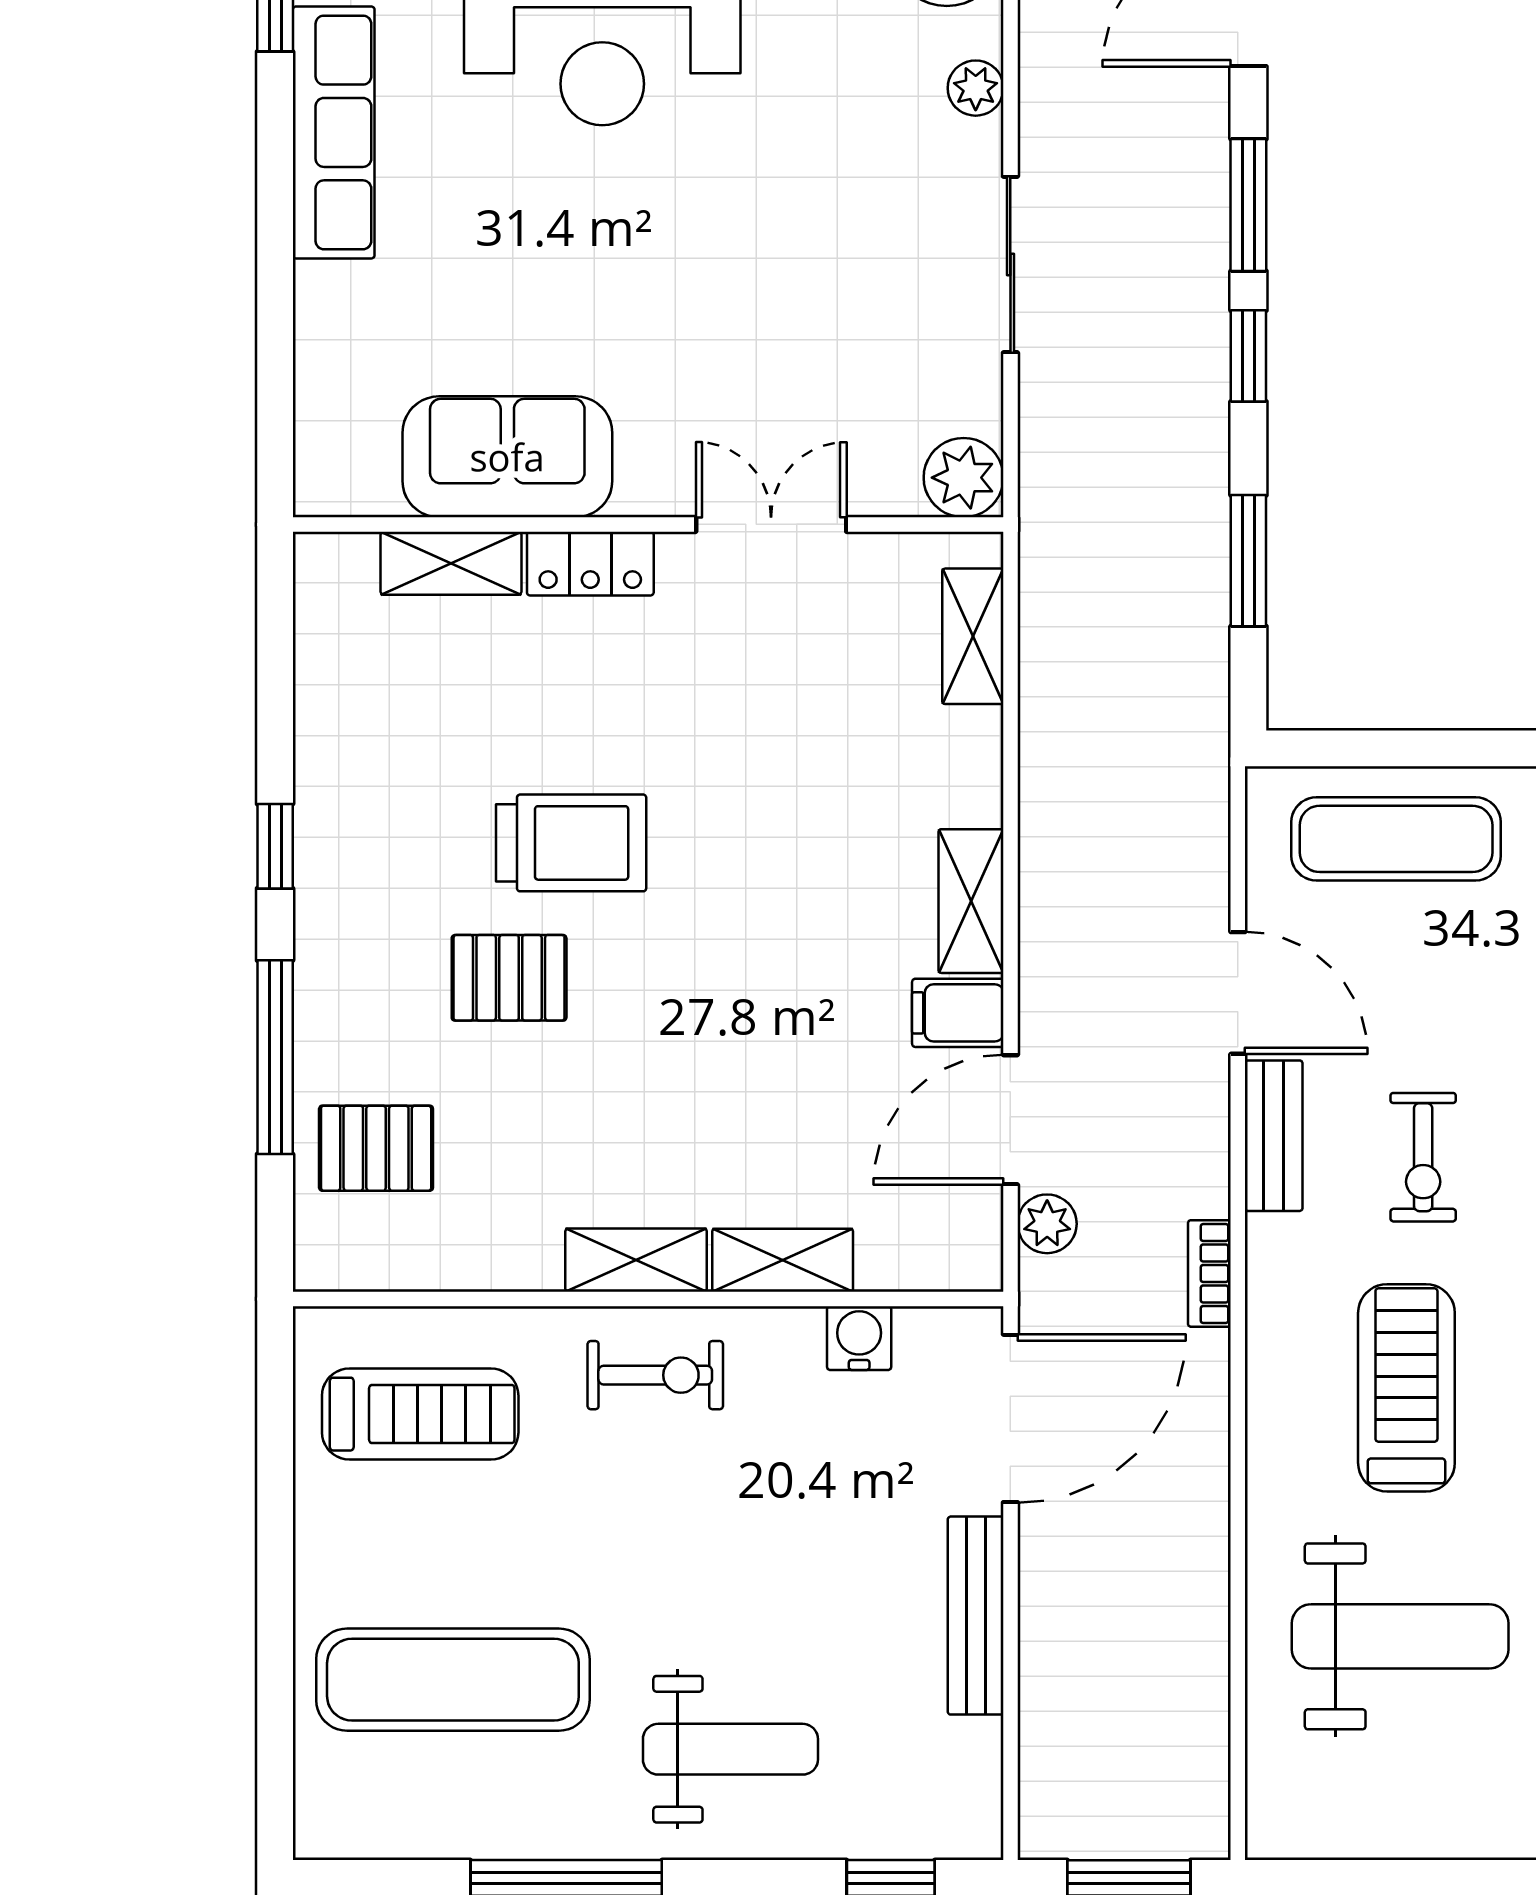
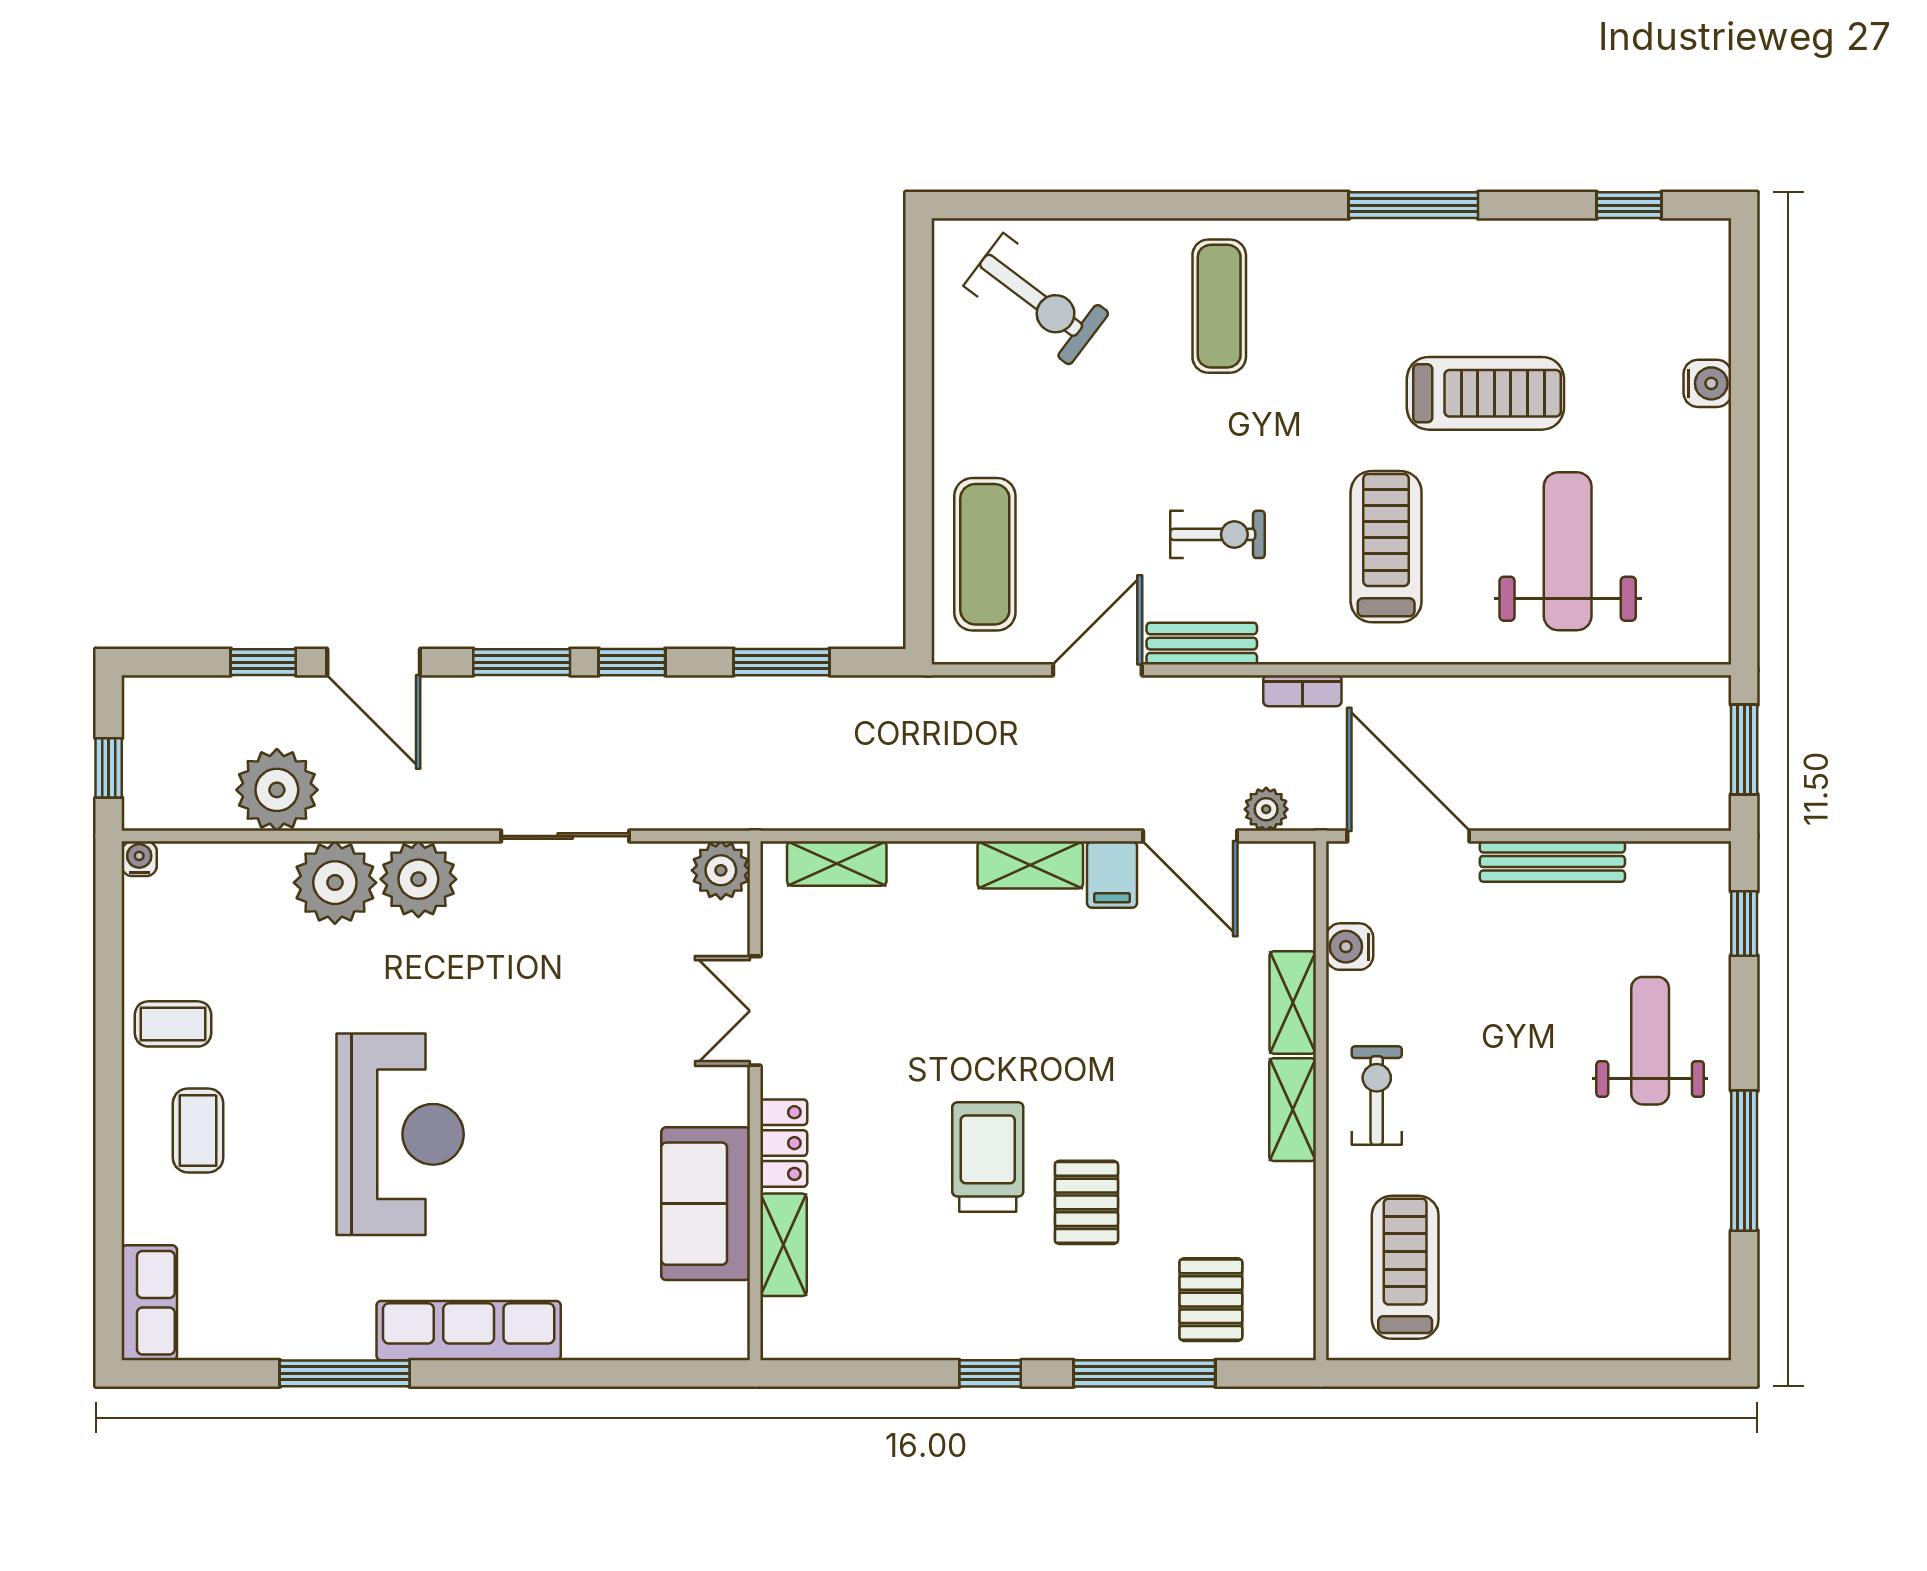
plant: (976, 88) -> (418, 879), width x1.88, depth x1.88
treadmill: (1406, 1388) -> (1386, 547), turned 90
exercise mat: (453, 1680) -> (1599, 1243), removed

